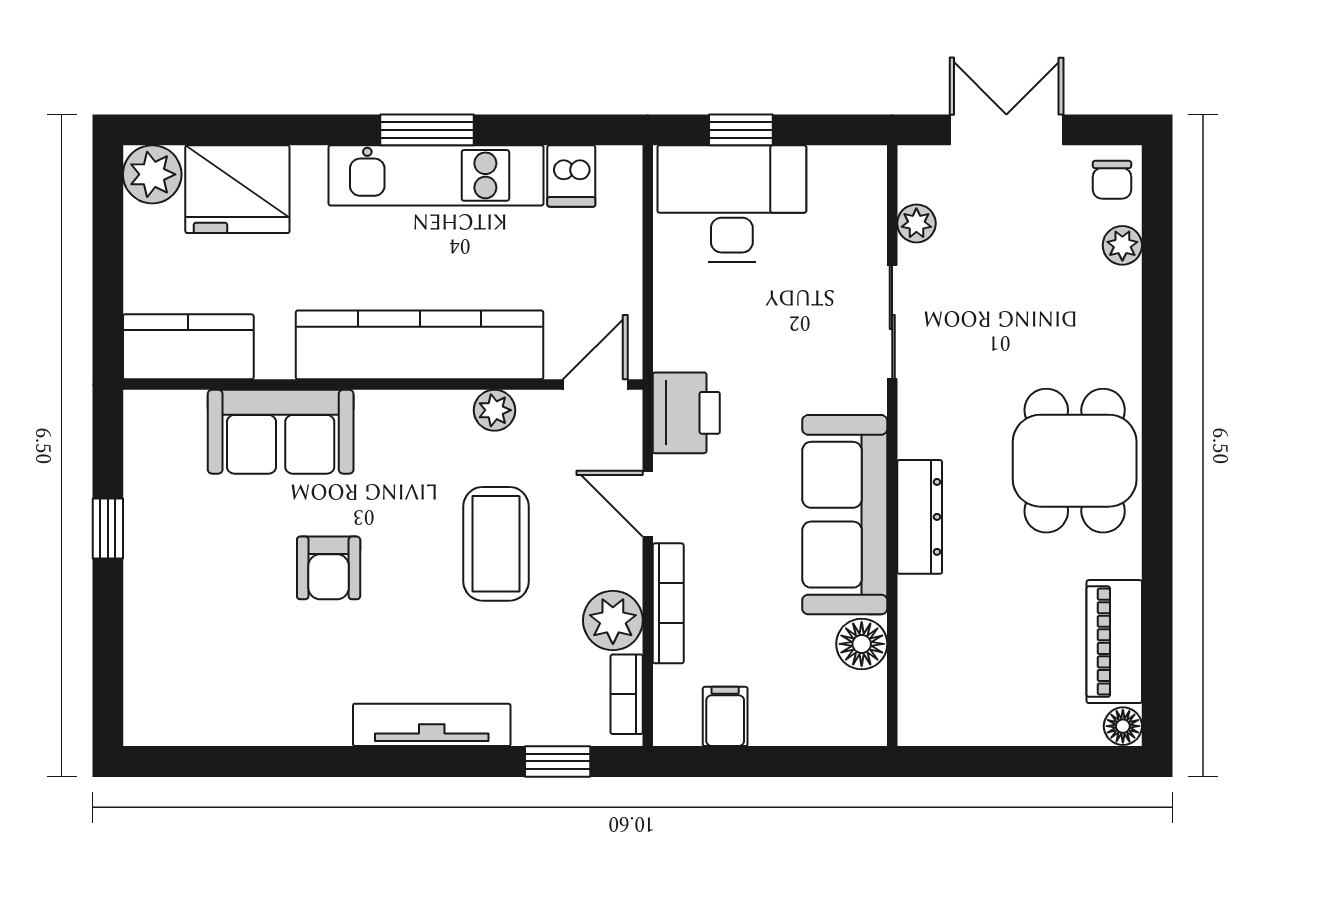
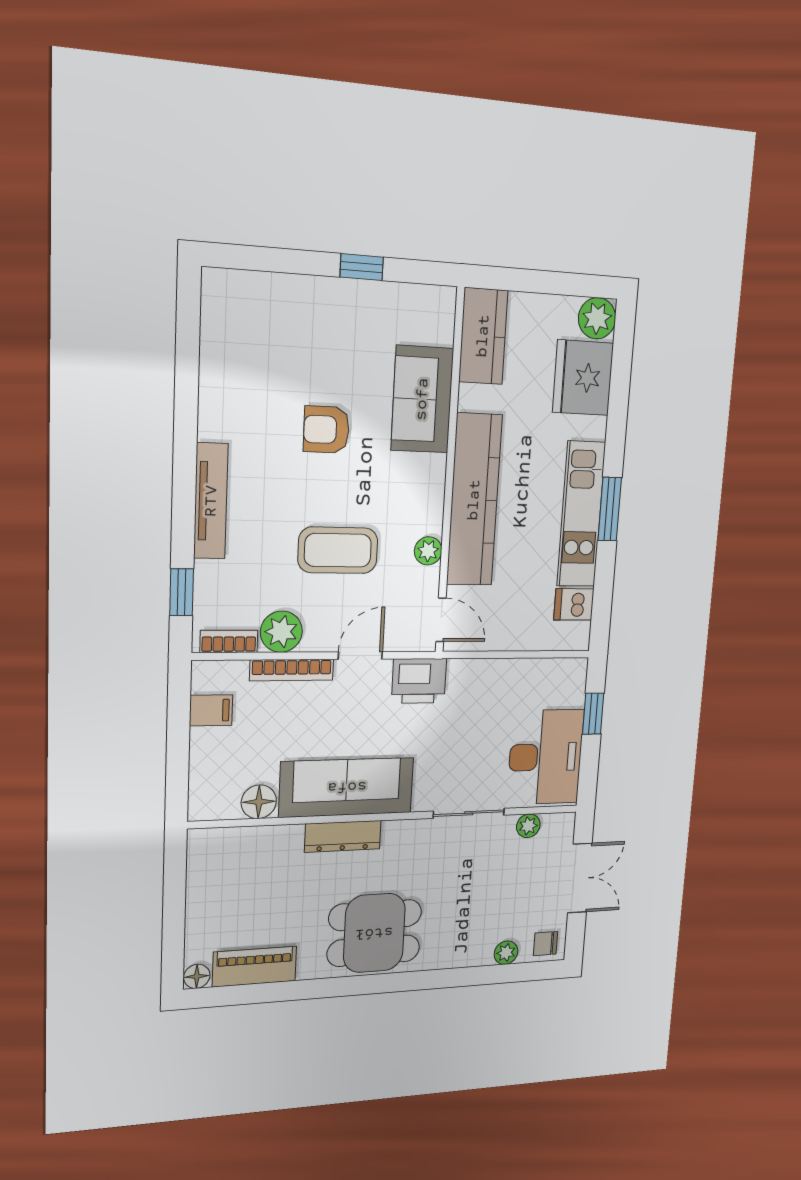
desk: (732, 204) -> (545, 757), moved

